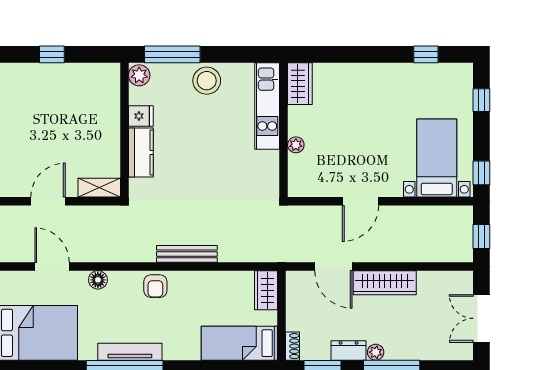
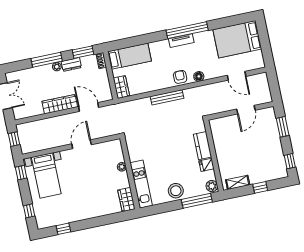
shelving: (99, 188) -> (238, 182), moved
floor lamp: (98, 280) -> (199, 76), moved
tv unit: (130, 352) -> (181, 41), width x0.71

